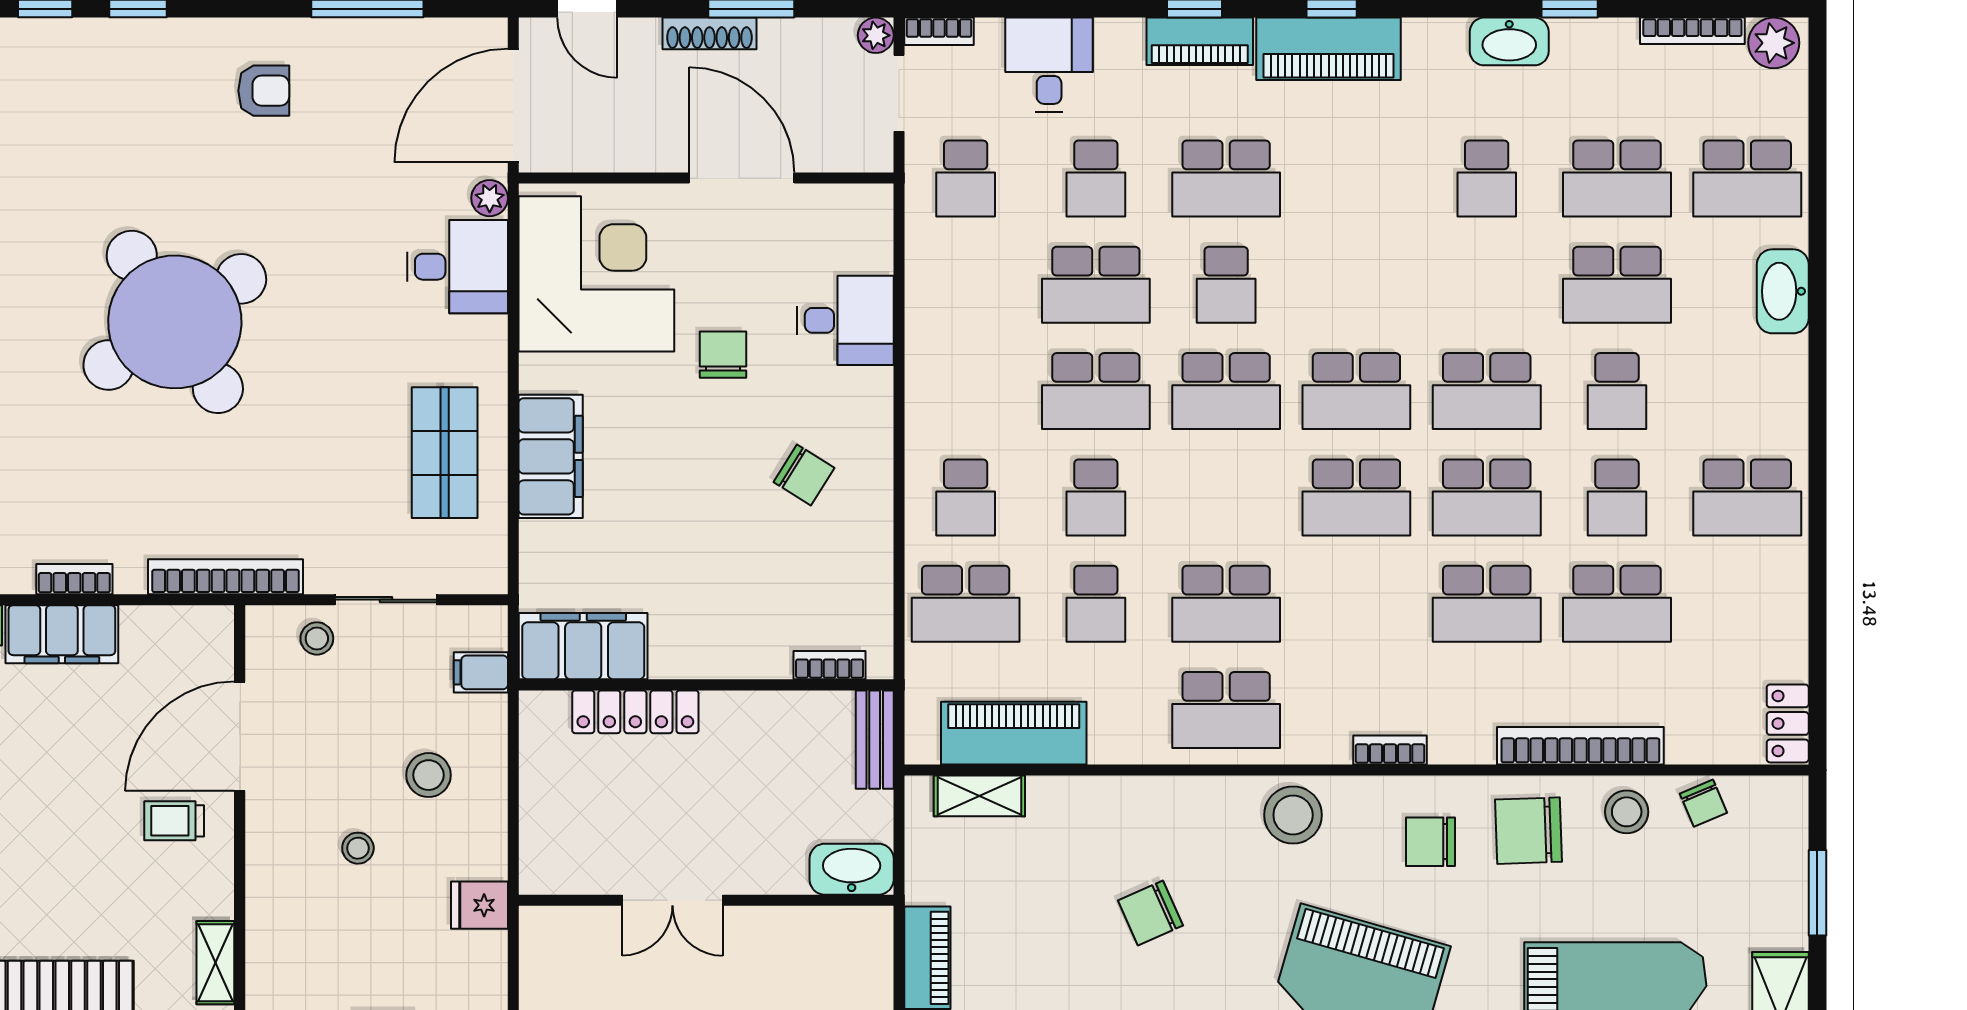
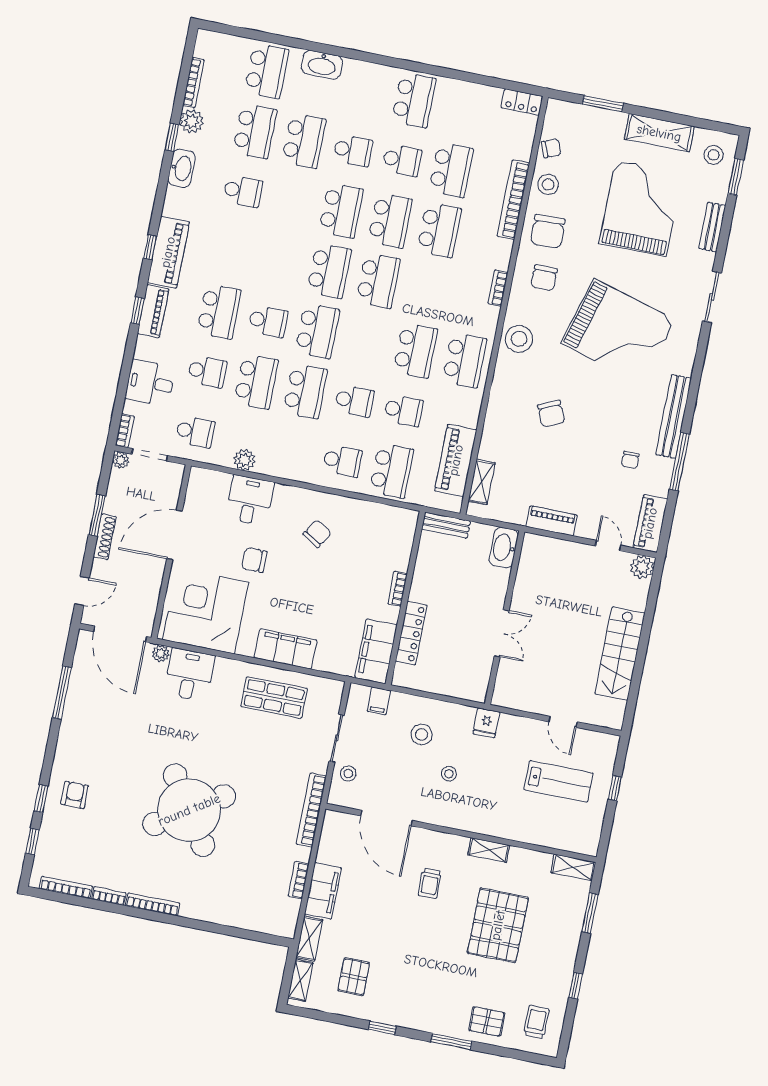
plant: (1774, 43) -> (192, 121), moved
armchair: (264, 91) -> (75, 795), moved
plant: (927, 293) -> (244, 460), added
bookcase: (830, 665) -> (398, 589), moved
trolley: (174, 821) -> (430, 883), moved

